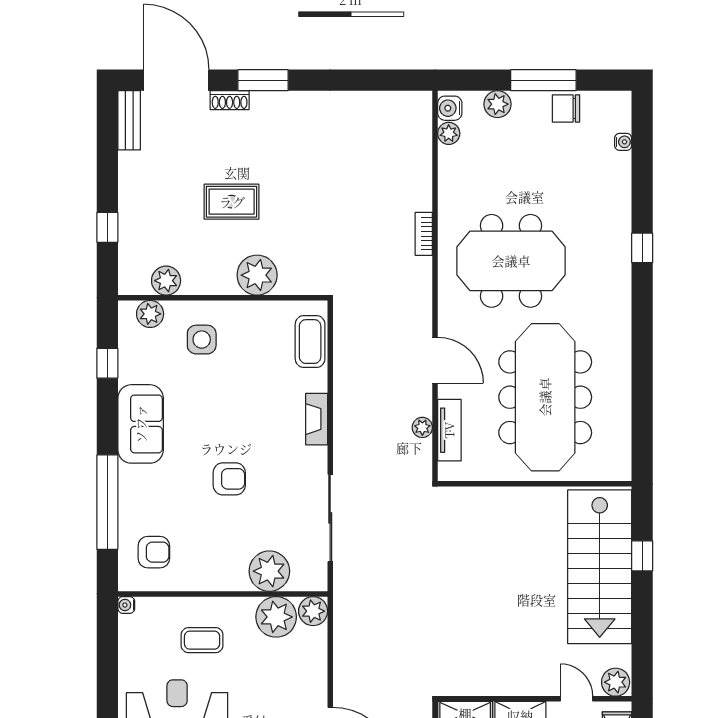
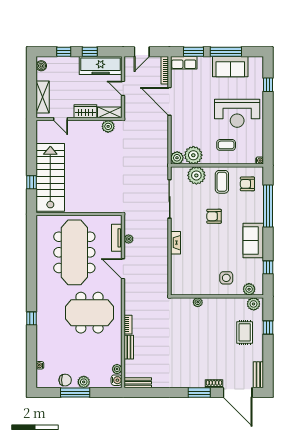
bench: (402, 102) -> (138, 383), added
plant: (497, 104) -> (84, 382), moved
bench: (422, 183) -> (129, 347), added
rug: (232, 202) -> (245, 332), moved, turned 90
plant: (257, 275) -> (198, 302), width x0.53, depth x0.53
plant: (166, 281) -> (254, 304), moved
coffee table: (310, 342) -> (222, 182), moved
plant: (616, 682) -> (108, 126), moved

